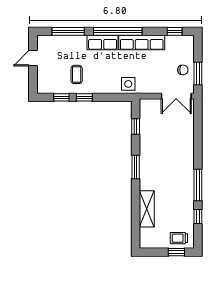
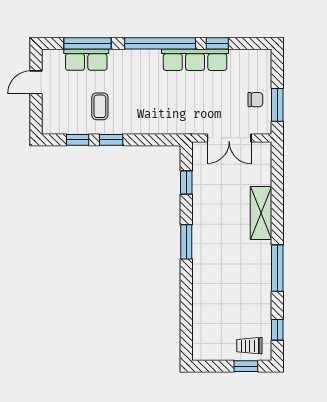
window: (175, 31) -> (217, 43), moved
row of seats: (103, 43) -> (86, 60), moved
side table: (128, 84) -> (175, 120), removed
double door: (176, 96) -> (229, 138), moved
shelving: (147, 209) -> (261, 213), moved
window: (198, 216) -> (277, 330), moved

